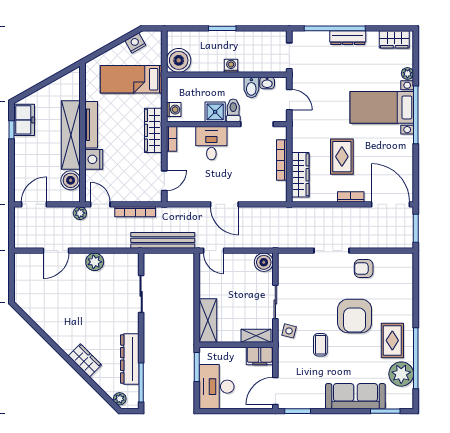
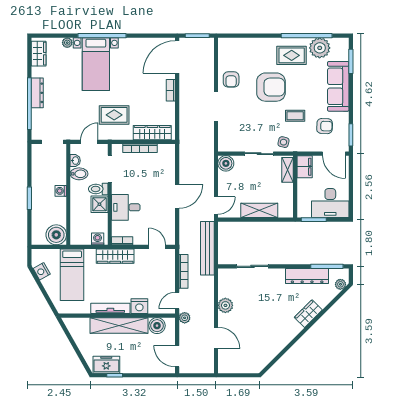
rug: (342, 157) -> (114, 115), moved
shelving: (208, 321) -> (259, 210), moved
armchair: (308, 380) -> (325, 126), added

